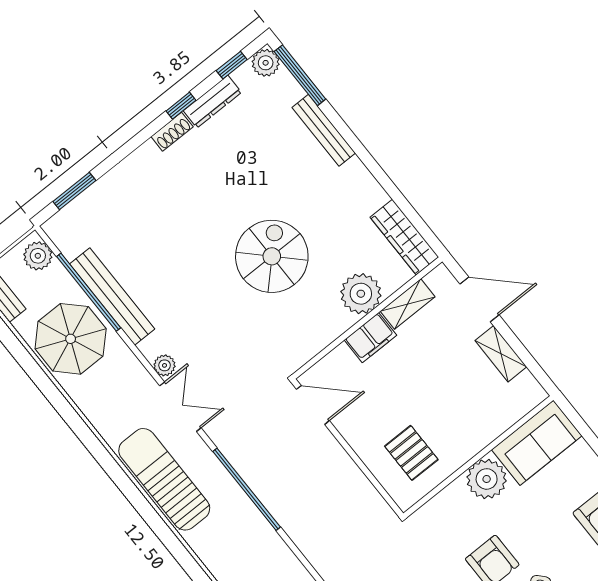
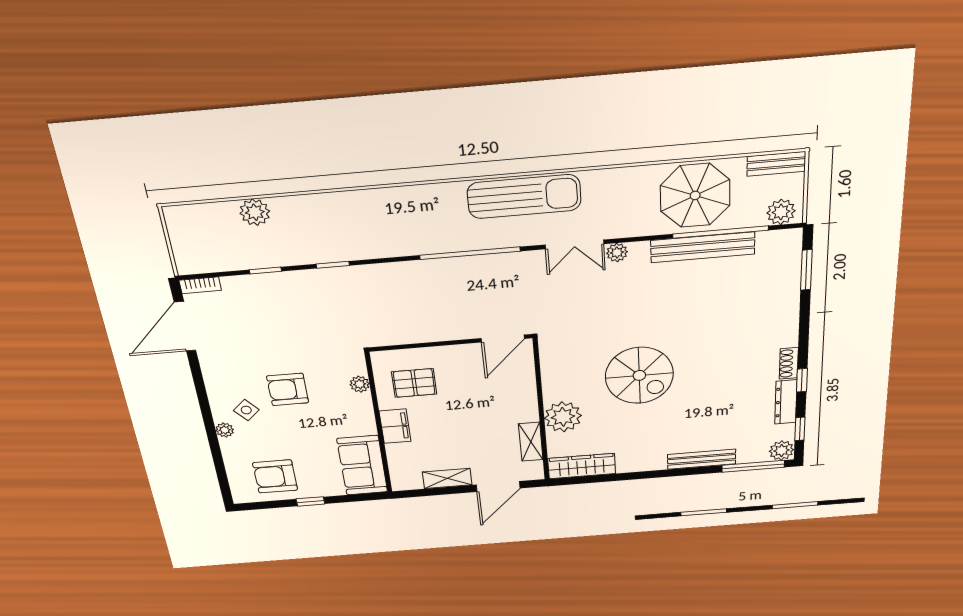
filing cabinet: (370, 338) -> (395, 426), moved, turned 180
plant: (487, 479) -> (360, 384), moved, width x0.53, depth x0.53

